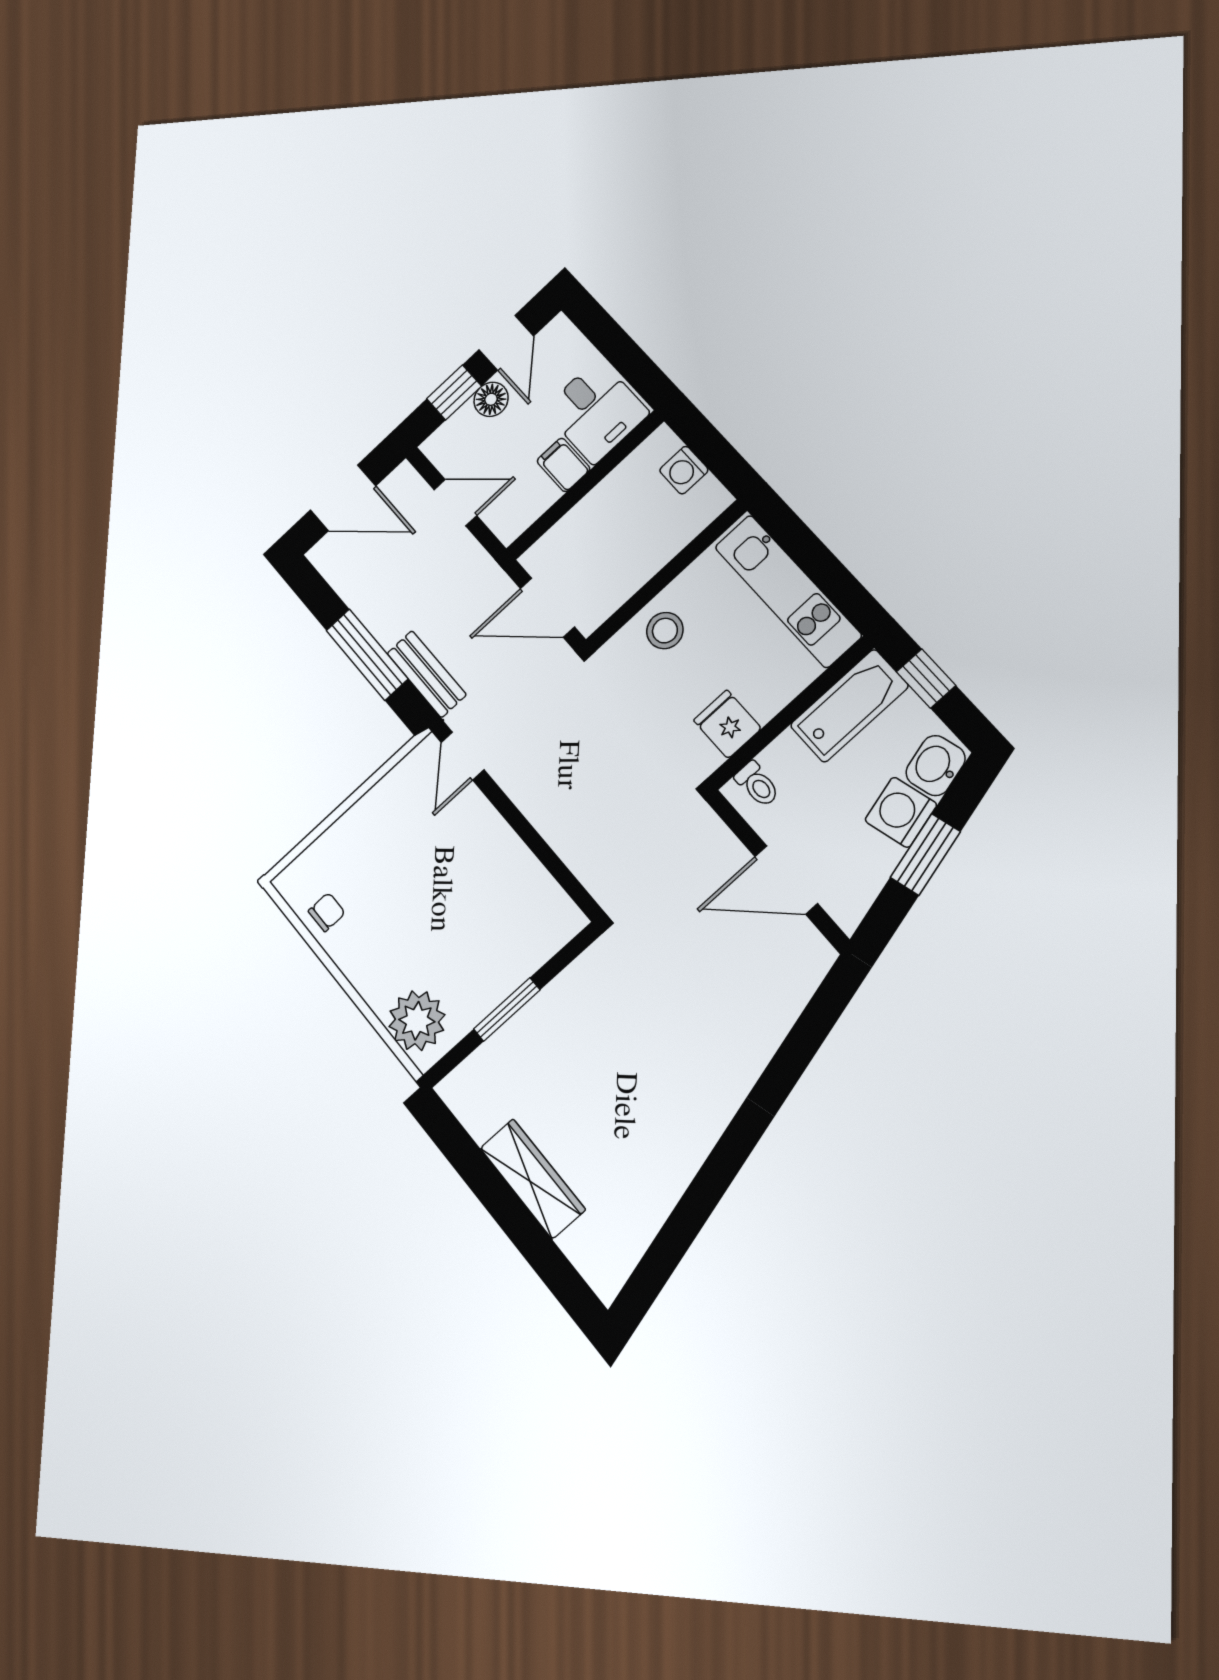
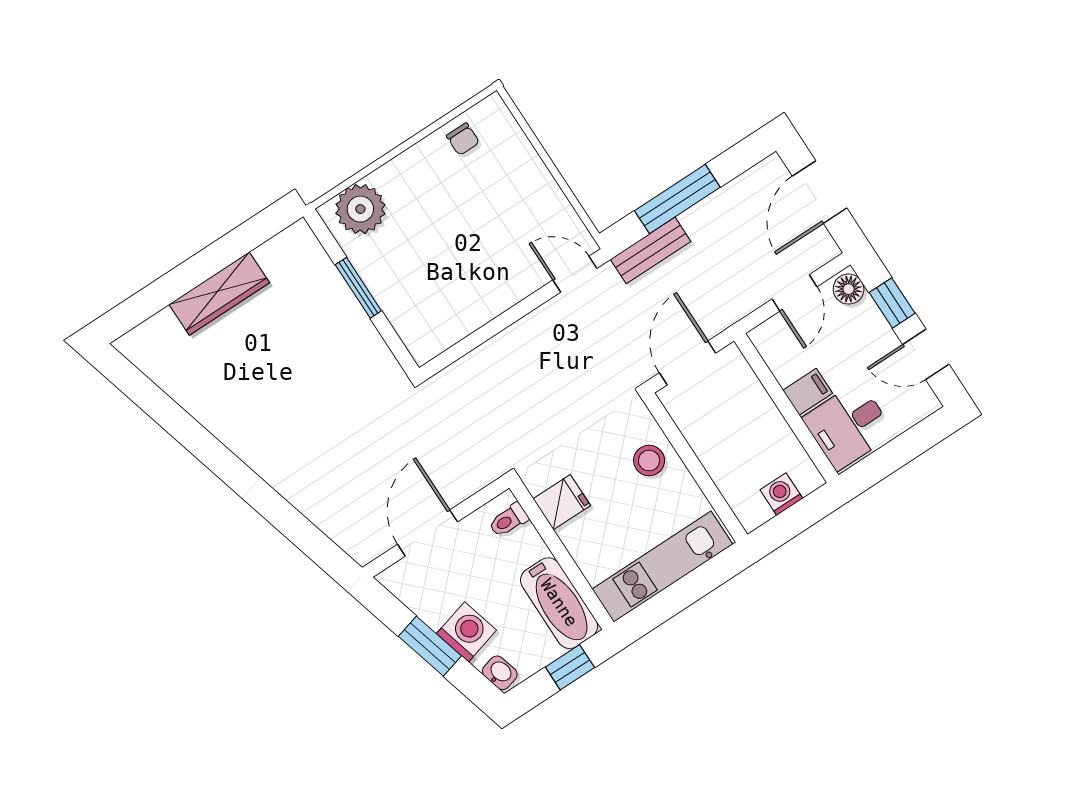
floor lamp: (491, 399) -> (849, 289), moved
washbasin: (936, 766) -> (500, 673), width x0.72, depth x0.69

